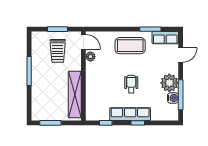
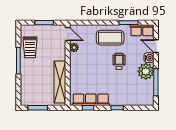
trolley: (58, 51) -> (30, 47), moved
door: (181, 55) -> (156, 46), swing flipped
wheelchair: (131, 84) -> (119, 61), moved
water cooler: (173, 98) -> (149, 58), moved
row of seats: (130, 114) -> (91, 100), moved

